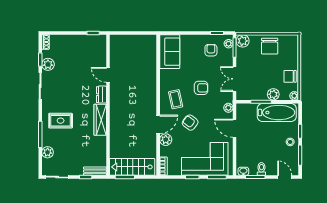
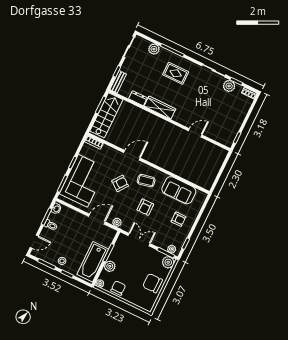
armchair: (211, 50) -> (179, 219), moved
sofa: (170, 52) -> (179, 190), moved
dresser: (101, 95) -> (138, 98), moved
rug: (61, 121) -> (176, 73), turned 90
door: (158, 124) -> (132, 155), swing flipped
plant: (166, 140) -> (116, 155), removed

